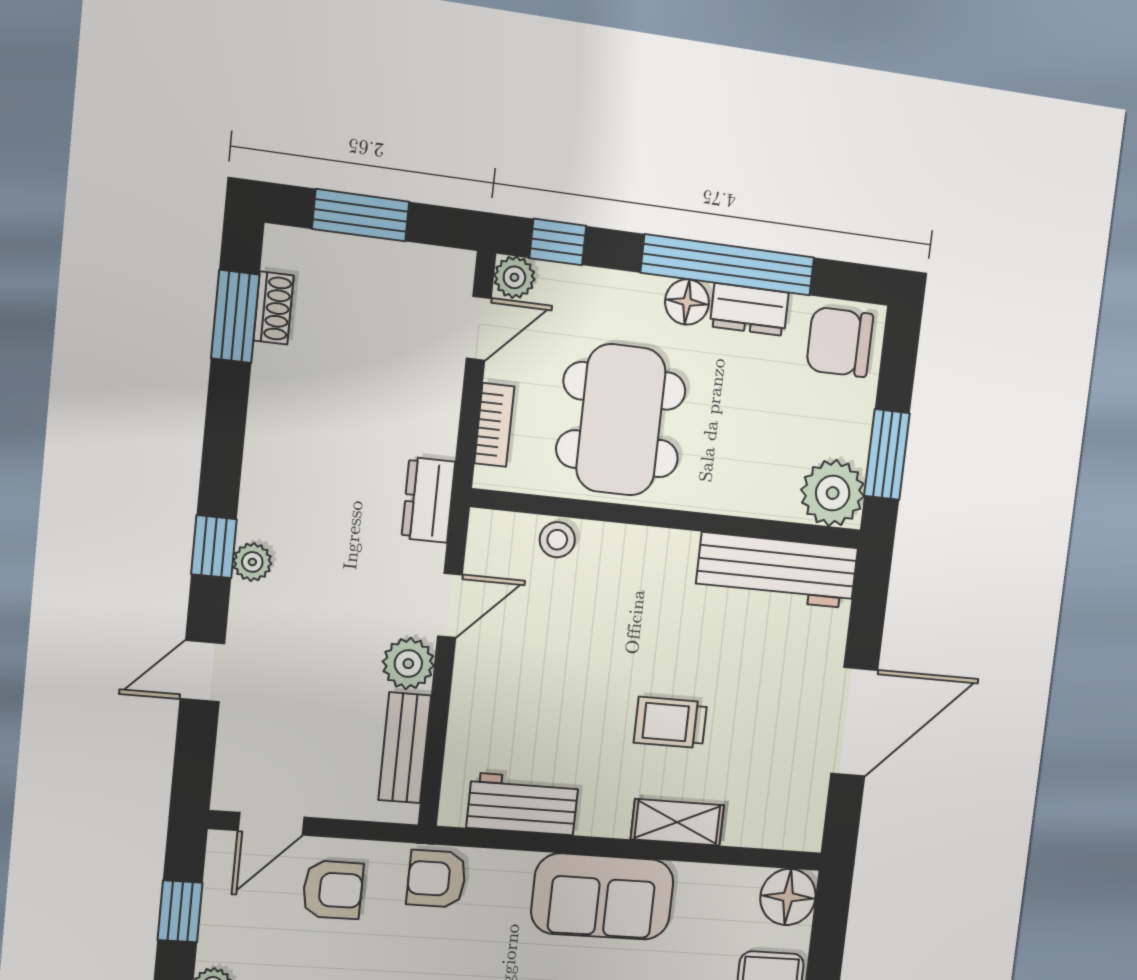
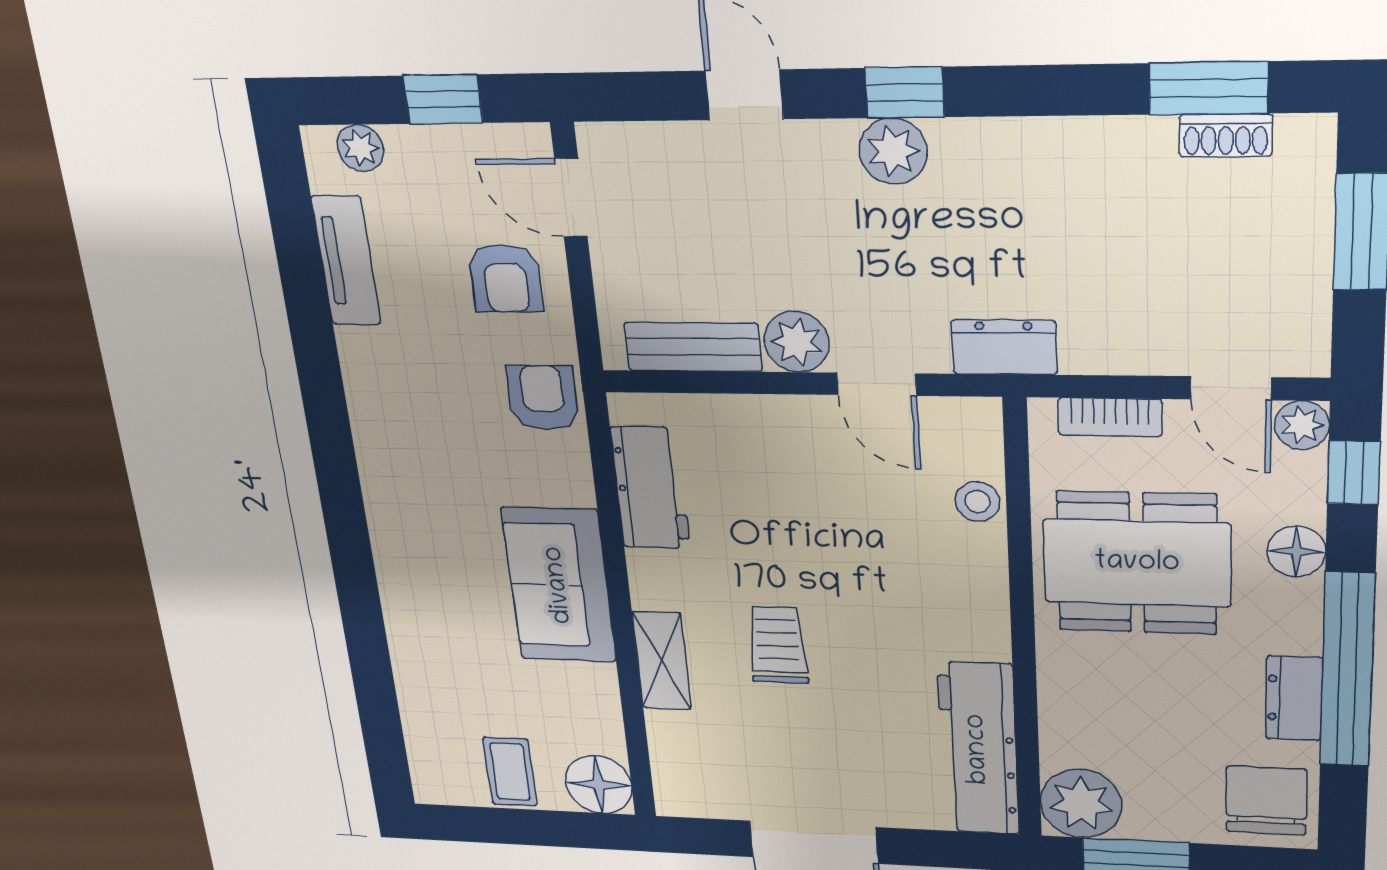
floor lamp: (687, 302) -> (1296, 551), moved
plant: (252, 562) -> (893, 151), width x1.38, depth x1.38

